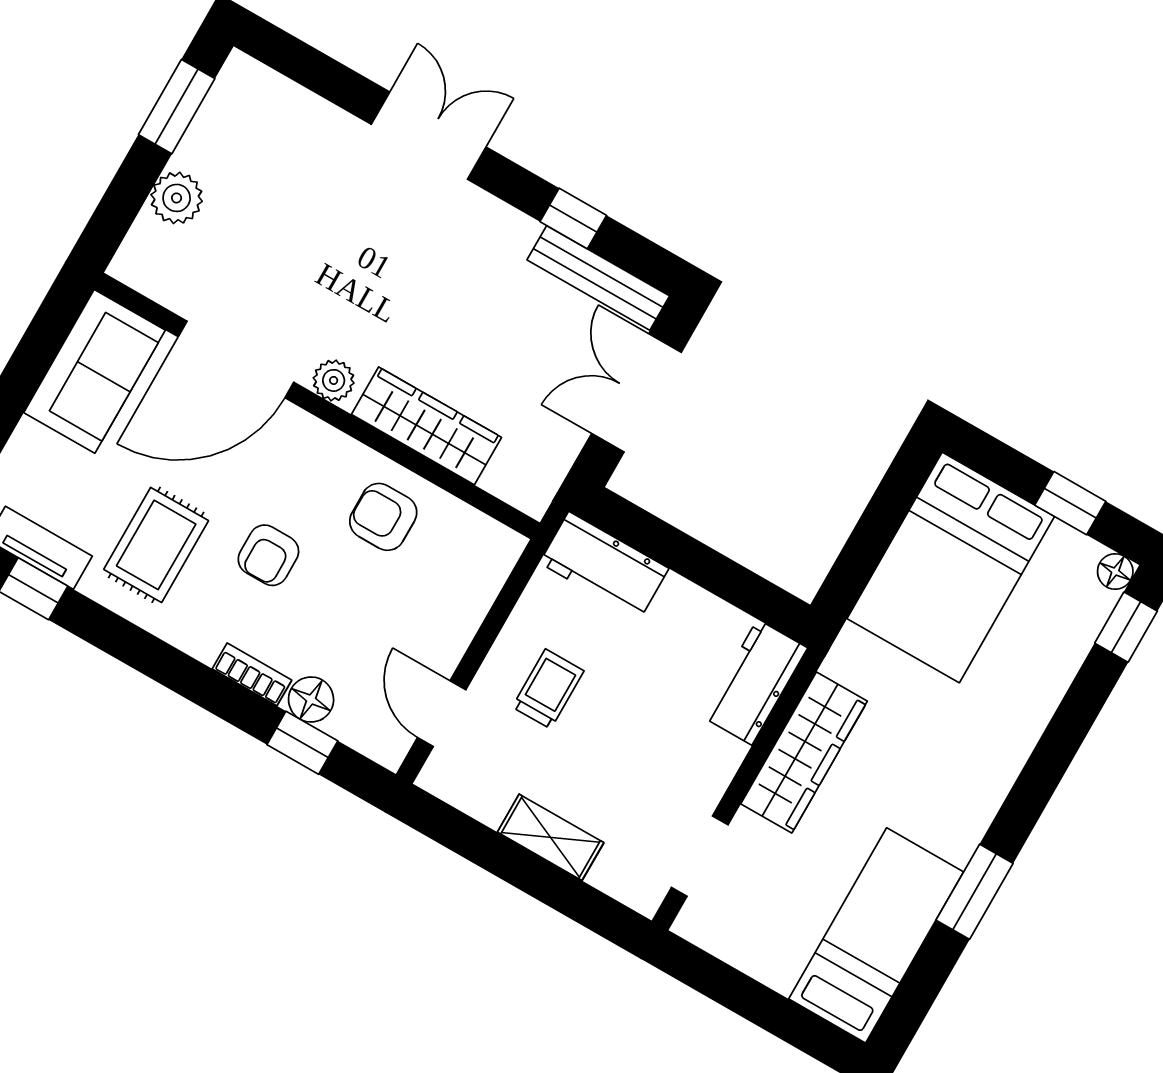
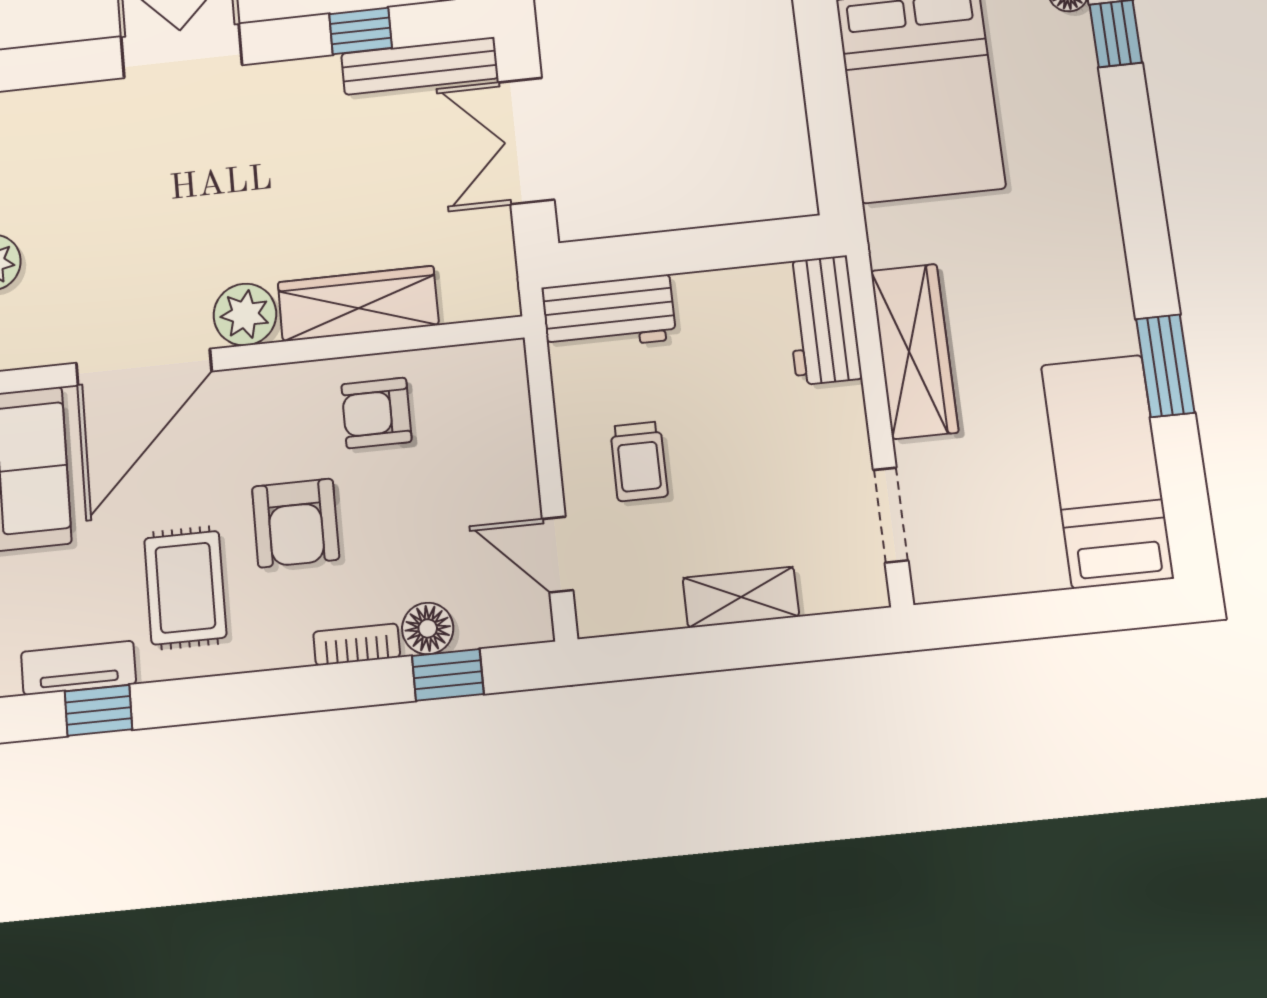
plant: (334, 380) -> (245, 315), width x1.38, depth x1.38
armchair: (268, 555) -> (296, 523), width x1.38, depth x1.38
trolley: (548, 689) -> (639, 461), turned 180

